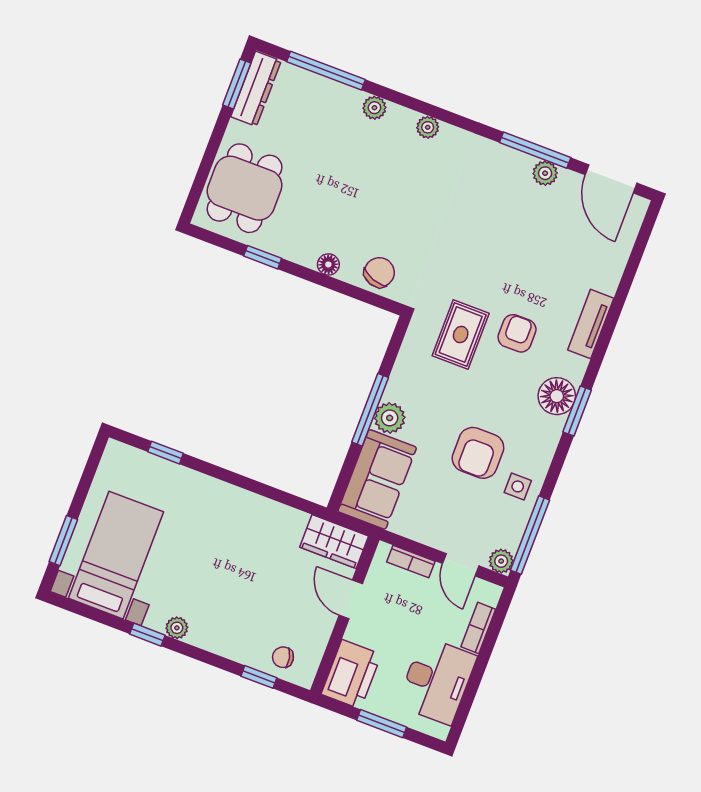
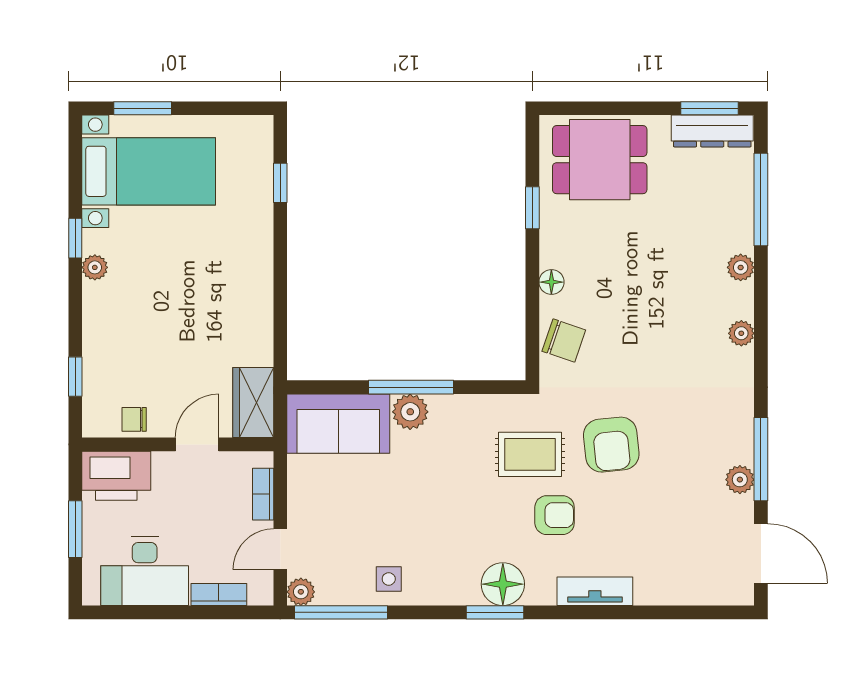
door: (611, 179) -> (761, 553), swing flipped
armchair: (478, 453) -> (611, 445), moved, turned -96
chair: (283, 657) -> (134, 419), moved, turned -78

